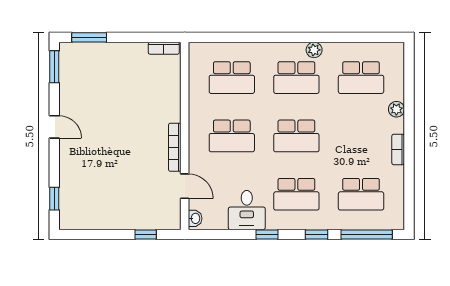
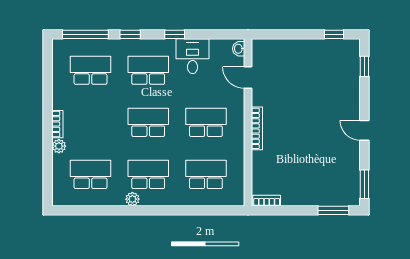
bookcase: (175, 147) -> (257, 128), moved
bookcase: (398, 149) -> (57, 124), moved
window: (146, 234) -> (334, 34), moved

